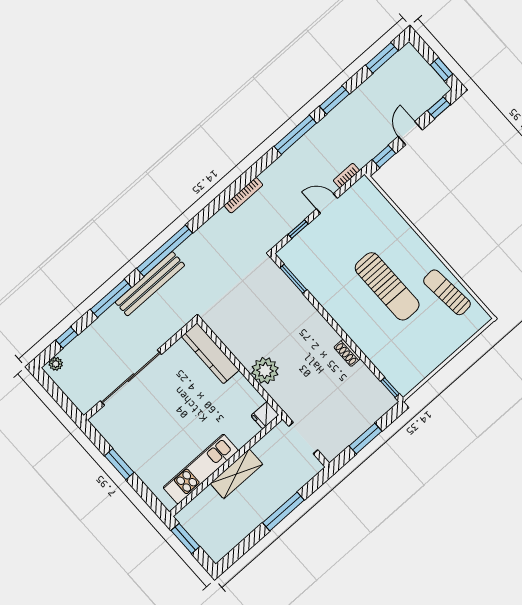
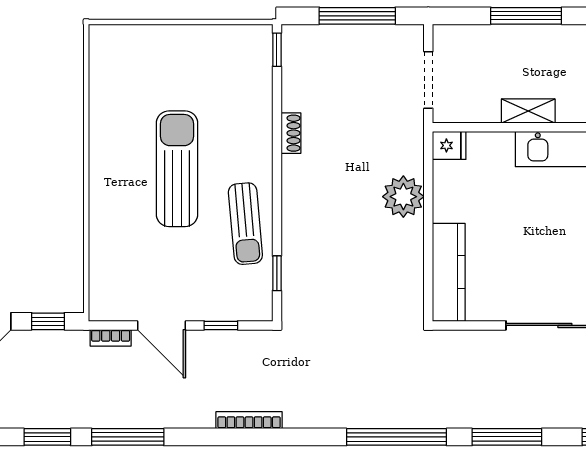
door: (327, 203) -> (161, 325), width x1.38
window: (293, 279) -> (277, 273), width x0.67
bench: (150, 284) -> (447, 414), removed
sun lounger: (447, 292) -> (245, 224), moved
window: (366, 439) -> (357, 16), width x1.44
shelving: (236, 474) -> (528, 111), width x0.67, depth x0.75

